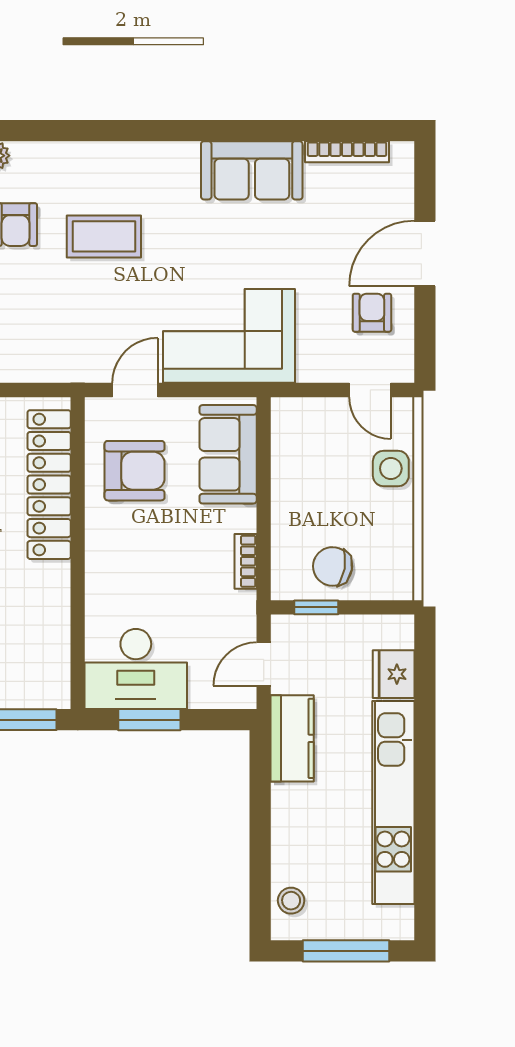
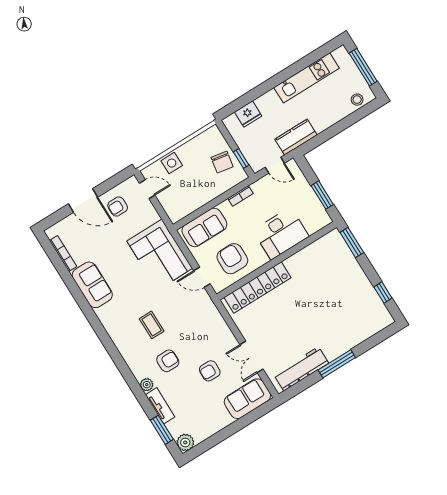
coffee table: (104, 236) -> (152, 325), width x0.73, depth x0.77
door: (370, 390) -> (147, 189), hinge flipped
desk: (136, 669) -> (281, 233), moved, turned 90
kitchen unit: (393, 802) -> (307, 78), width x0.73

